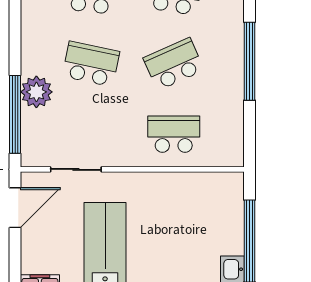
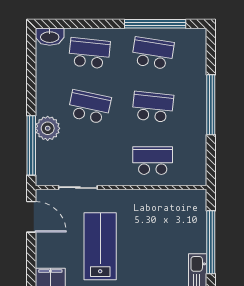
school desk: (174, 64) -> (153, 107), turned 30
door: (15, 208) -> (31, 217), hinge flipped

